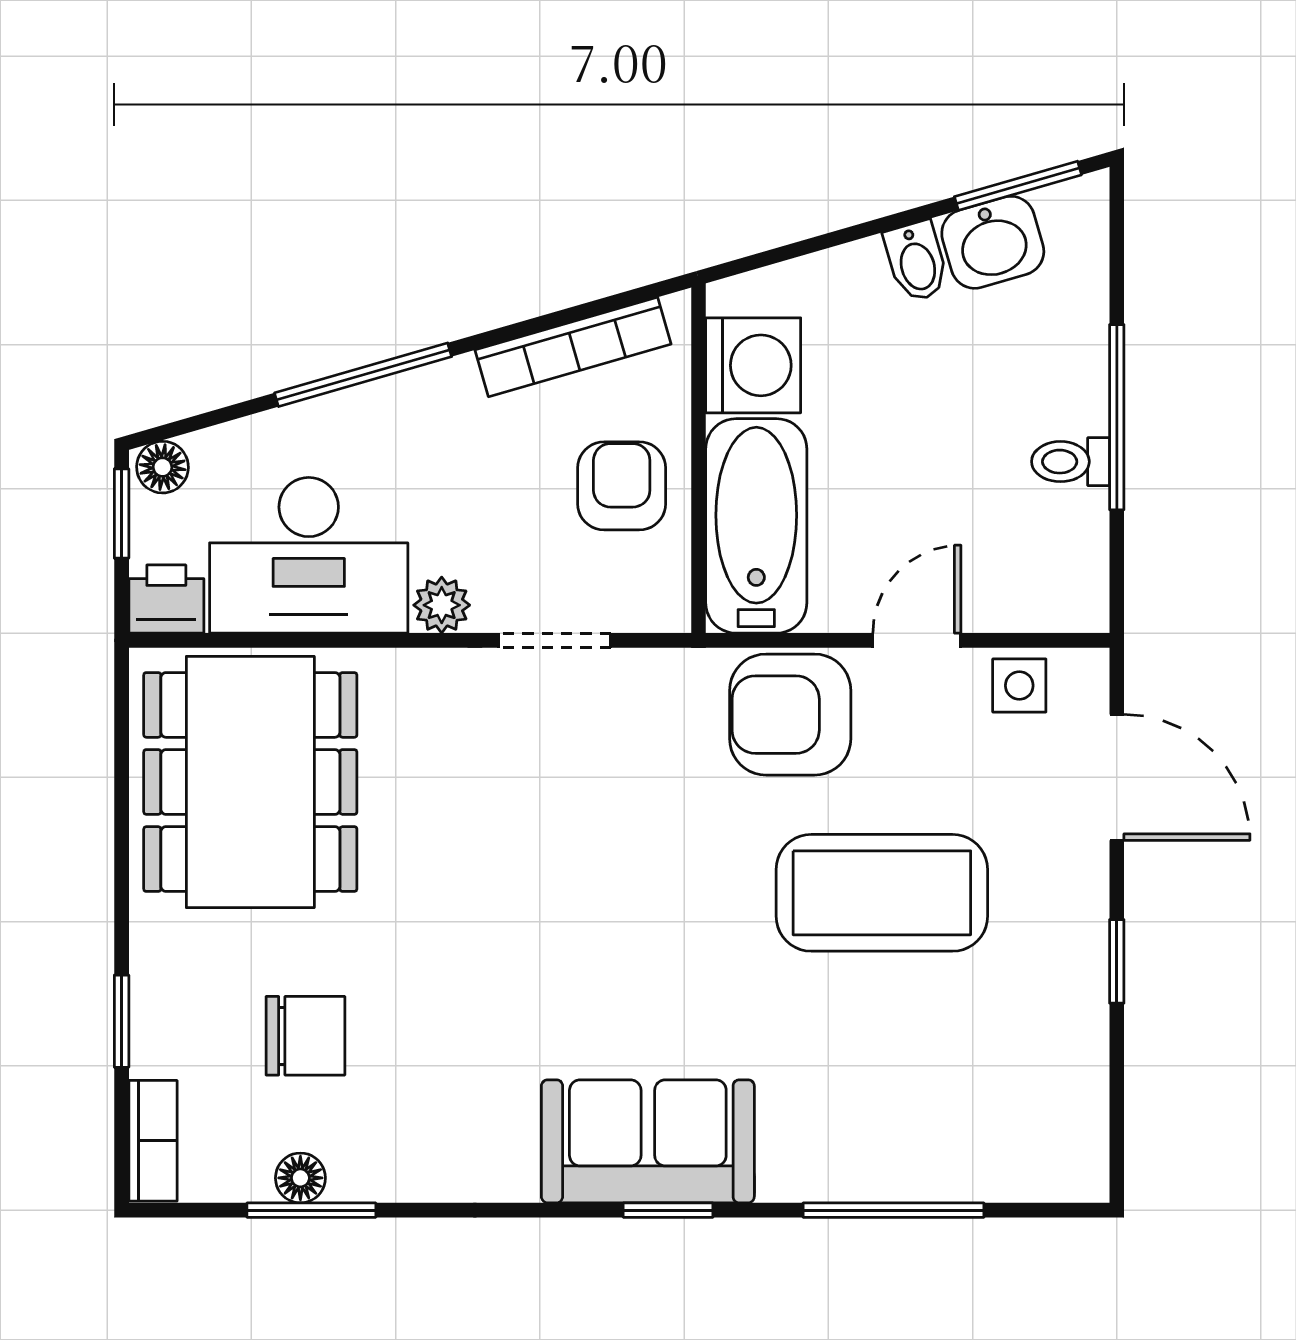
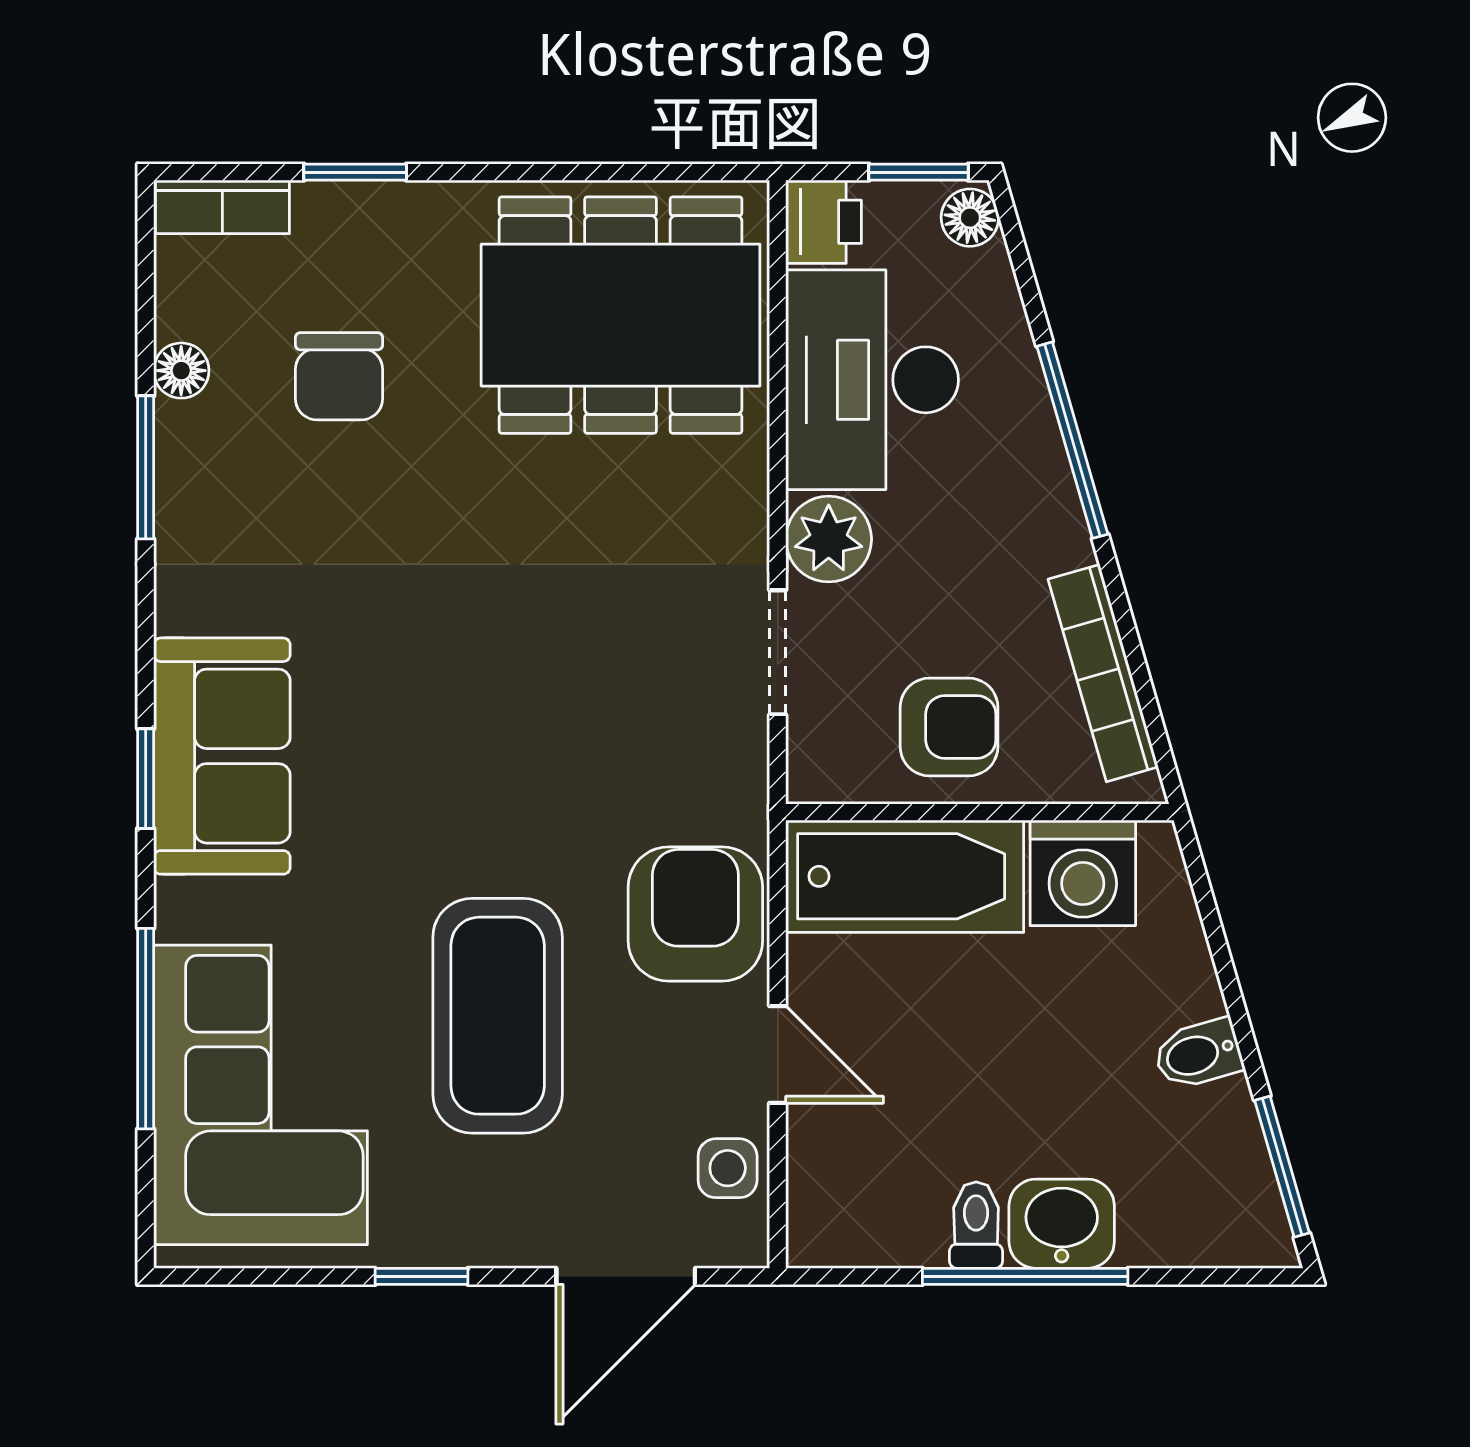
washbasin: (993, 242) -> (1062, 1224), moved, turned 106
plant: (442, 605) -> (829, 539), width x1.38, depth x1.38
corner sofa: (953, 1107) -> (261, 1095), added
window: (311, 1210) -> (146, 467), moved

